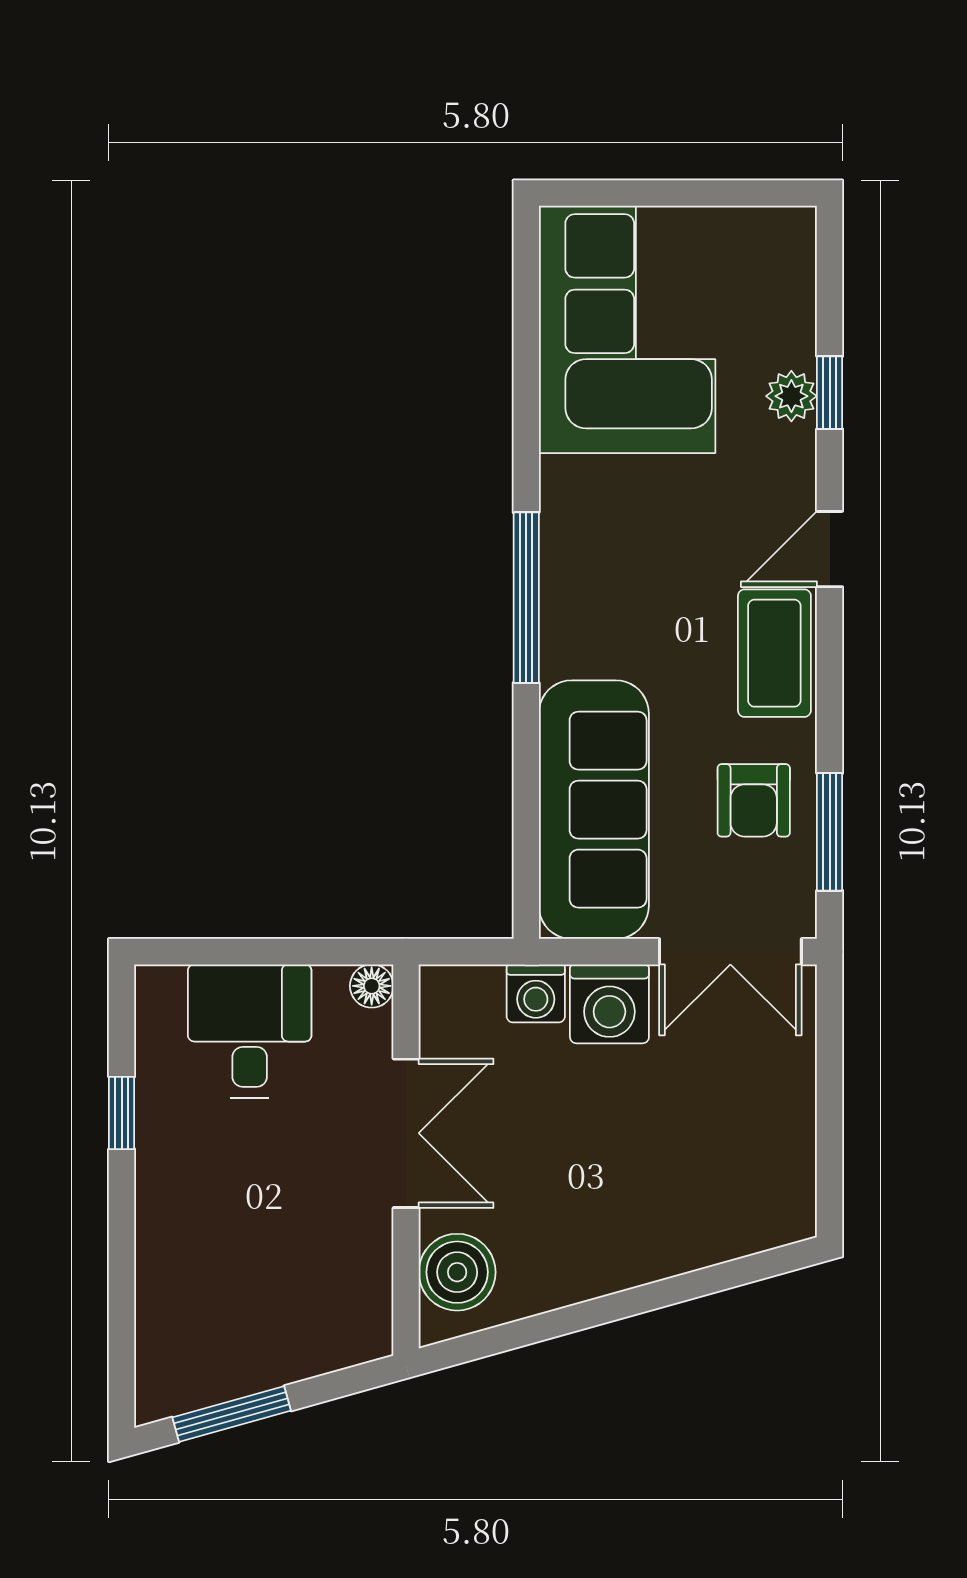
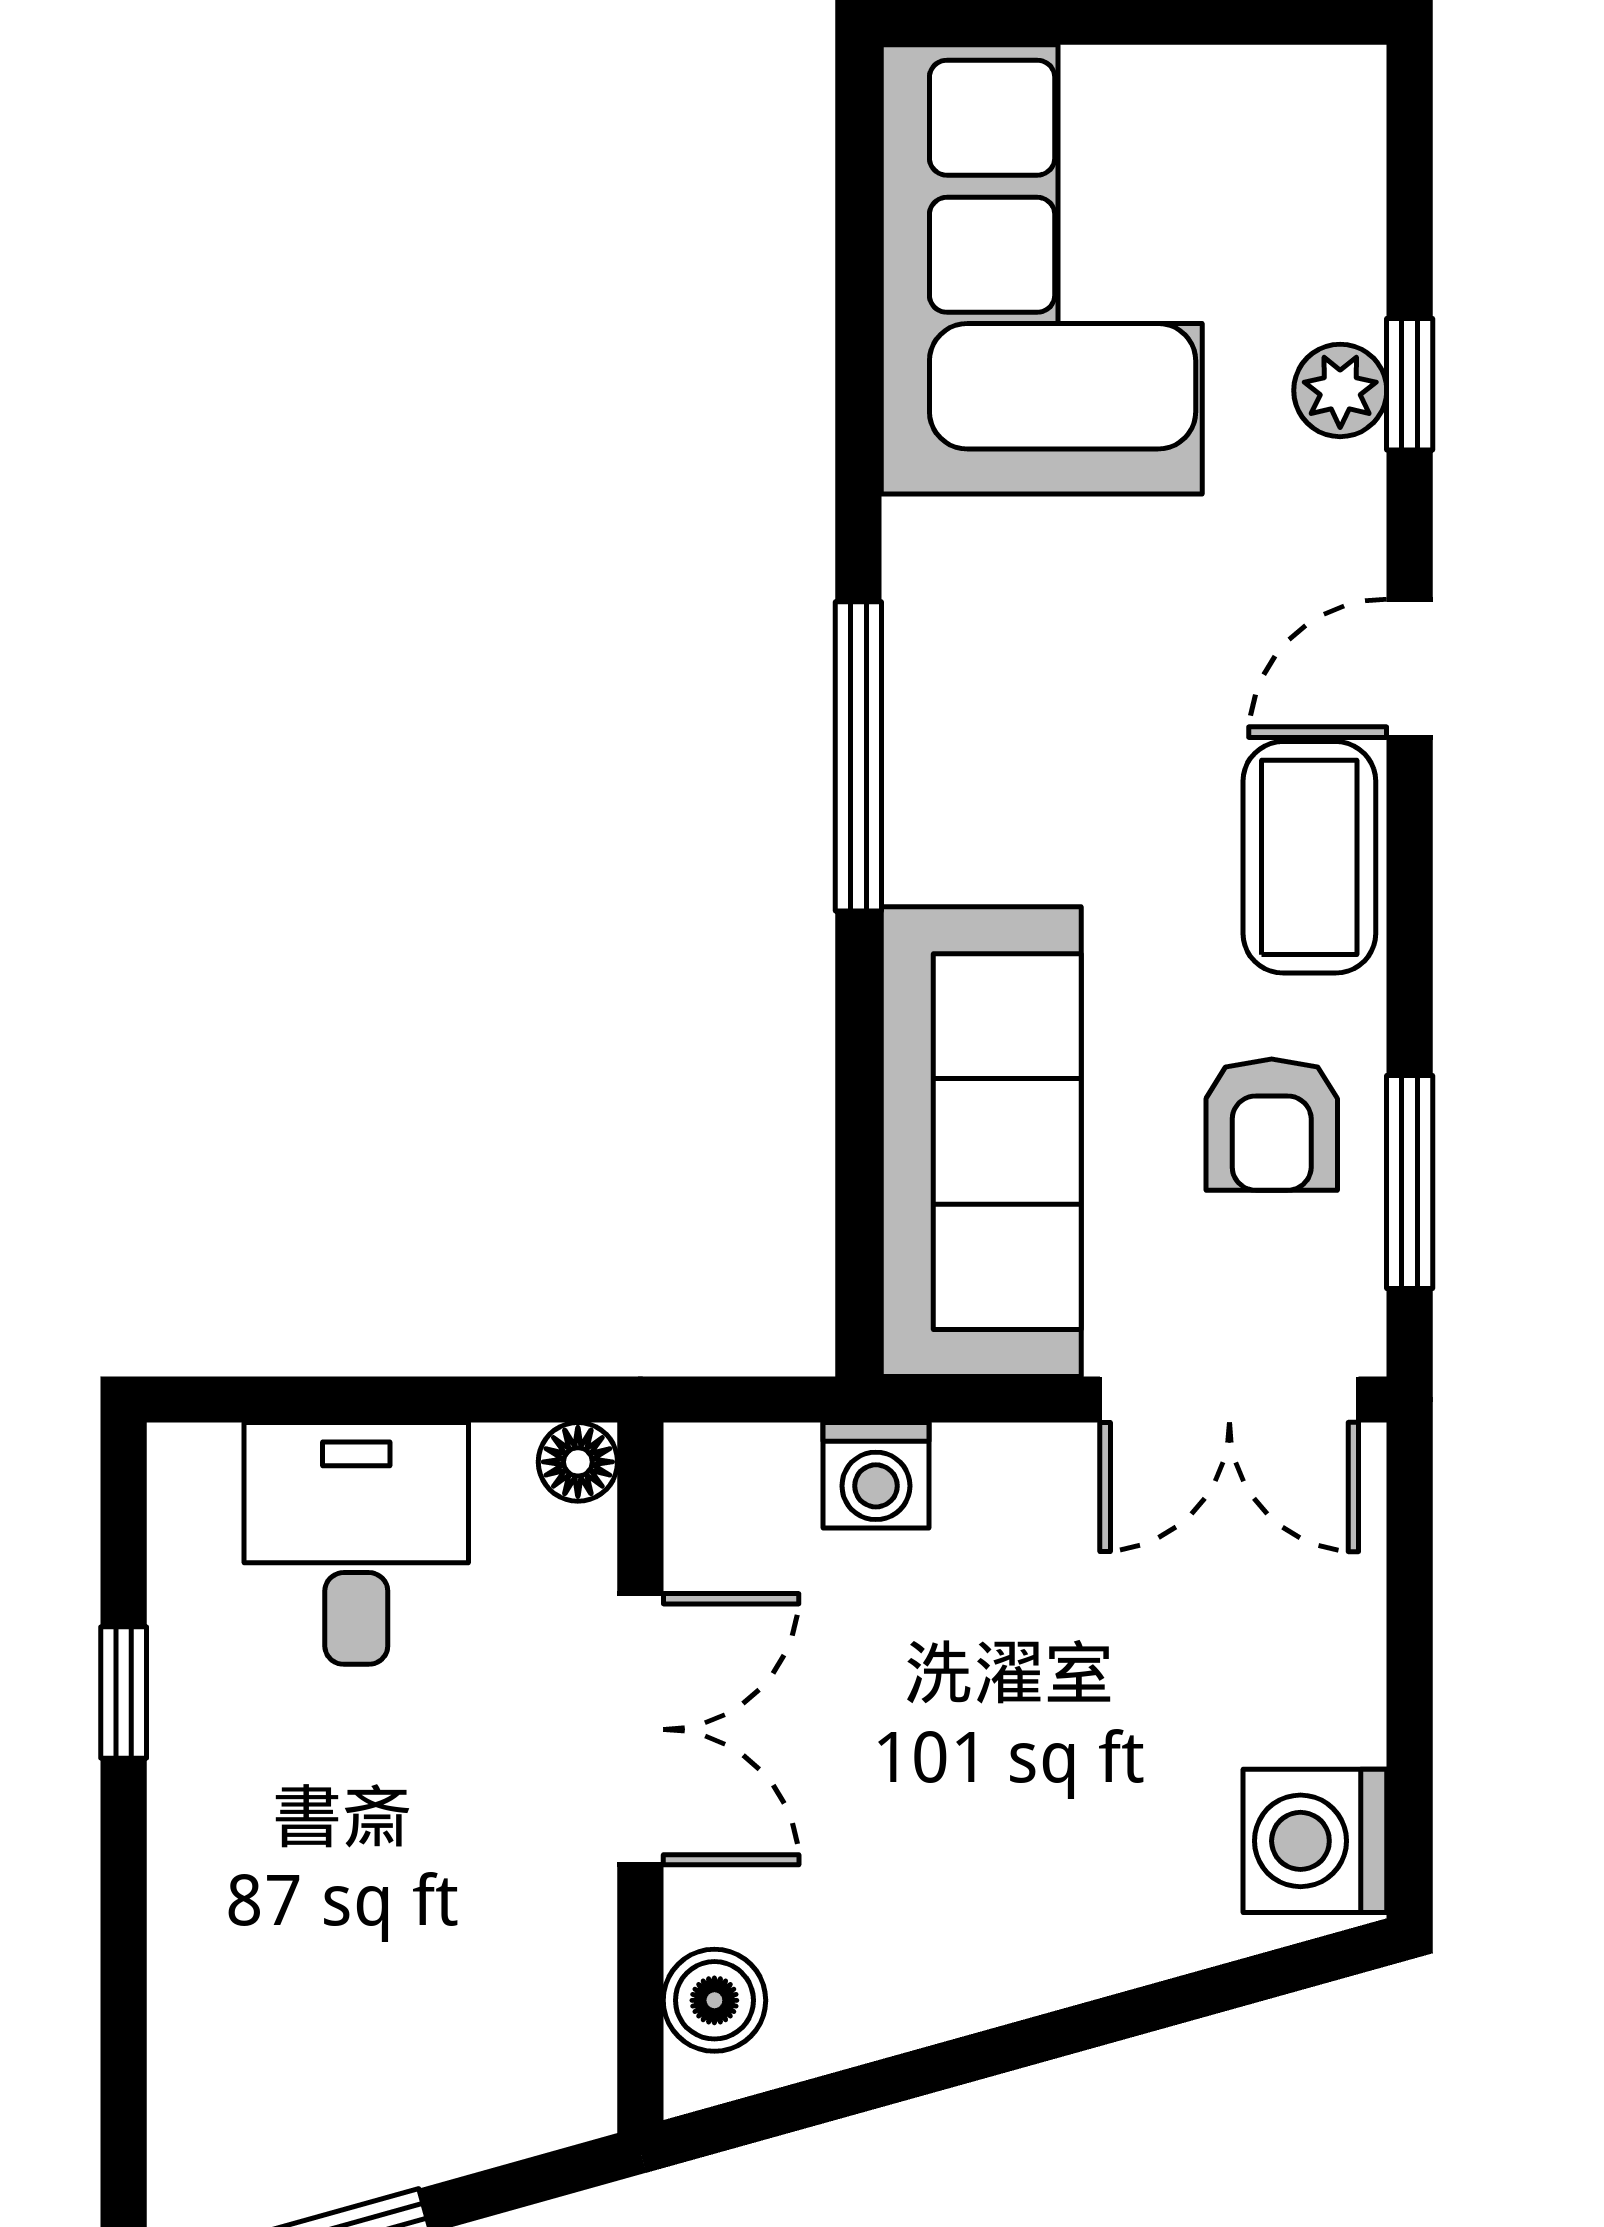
washing machine: (609, 1004) -> (1315, 1841), moved, turned 90
boiler: (457, 1272) -> (714, 2000), width x0.73, depth x0.73

